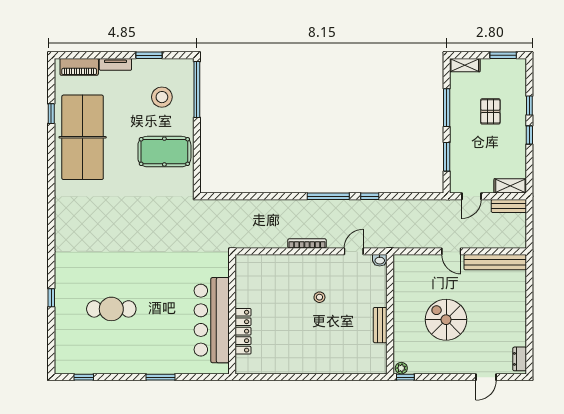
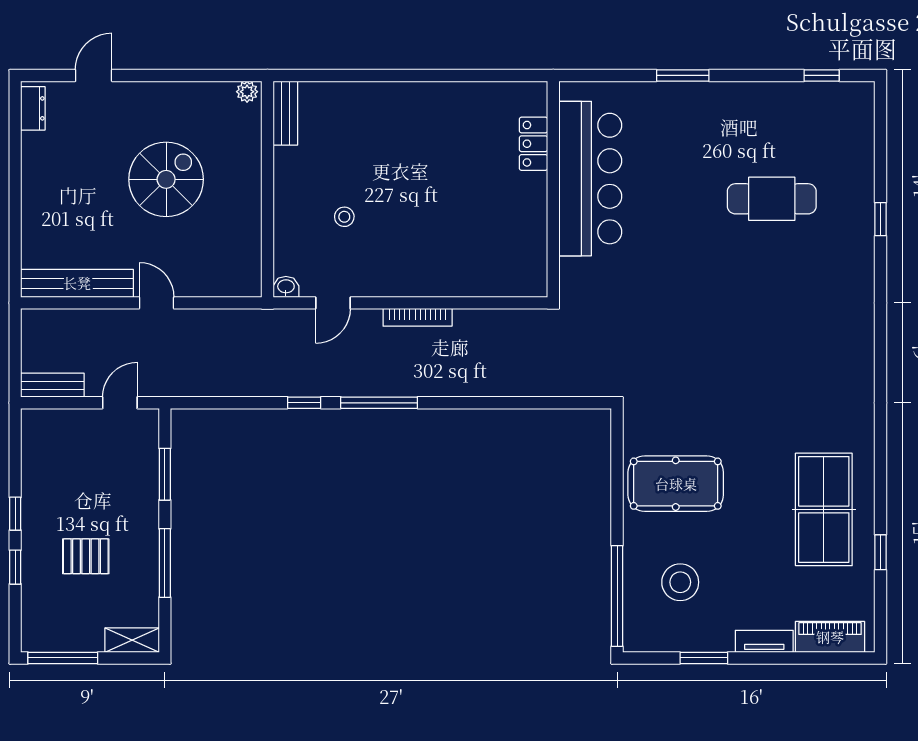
window: (503, 55) -> (63, 658), width x1.44
pallet: (490, 111) -> (86, 556), turned 90
table tennis table: (83, 137) -> (824, 509), width x0.73, depth x0.76
shelving: (510, 186) -> (50, 421), removed
stool: (319, 297) -> (344, 217), moved
spiral stairs: (446, 320) -> (166, 179), turned -90
bench: (380, 325) -> (285, 113), moved
locker: (243, 331) -> (533, 144), width x0.66
window: (405, 377) -> (240, 75), removed

